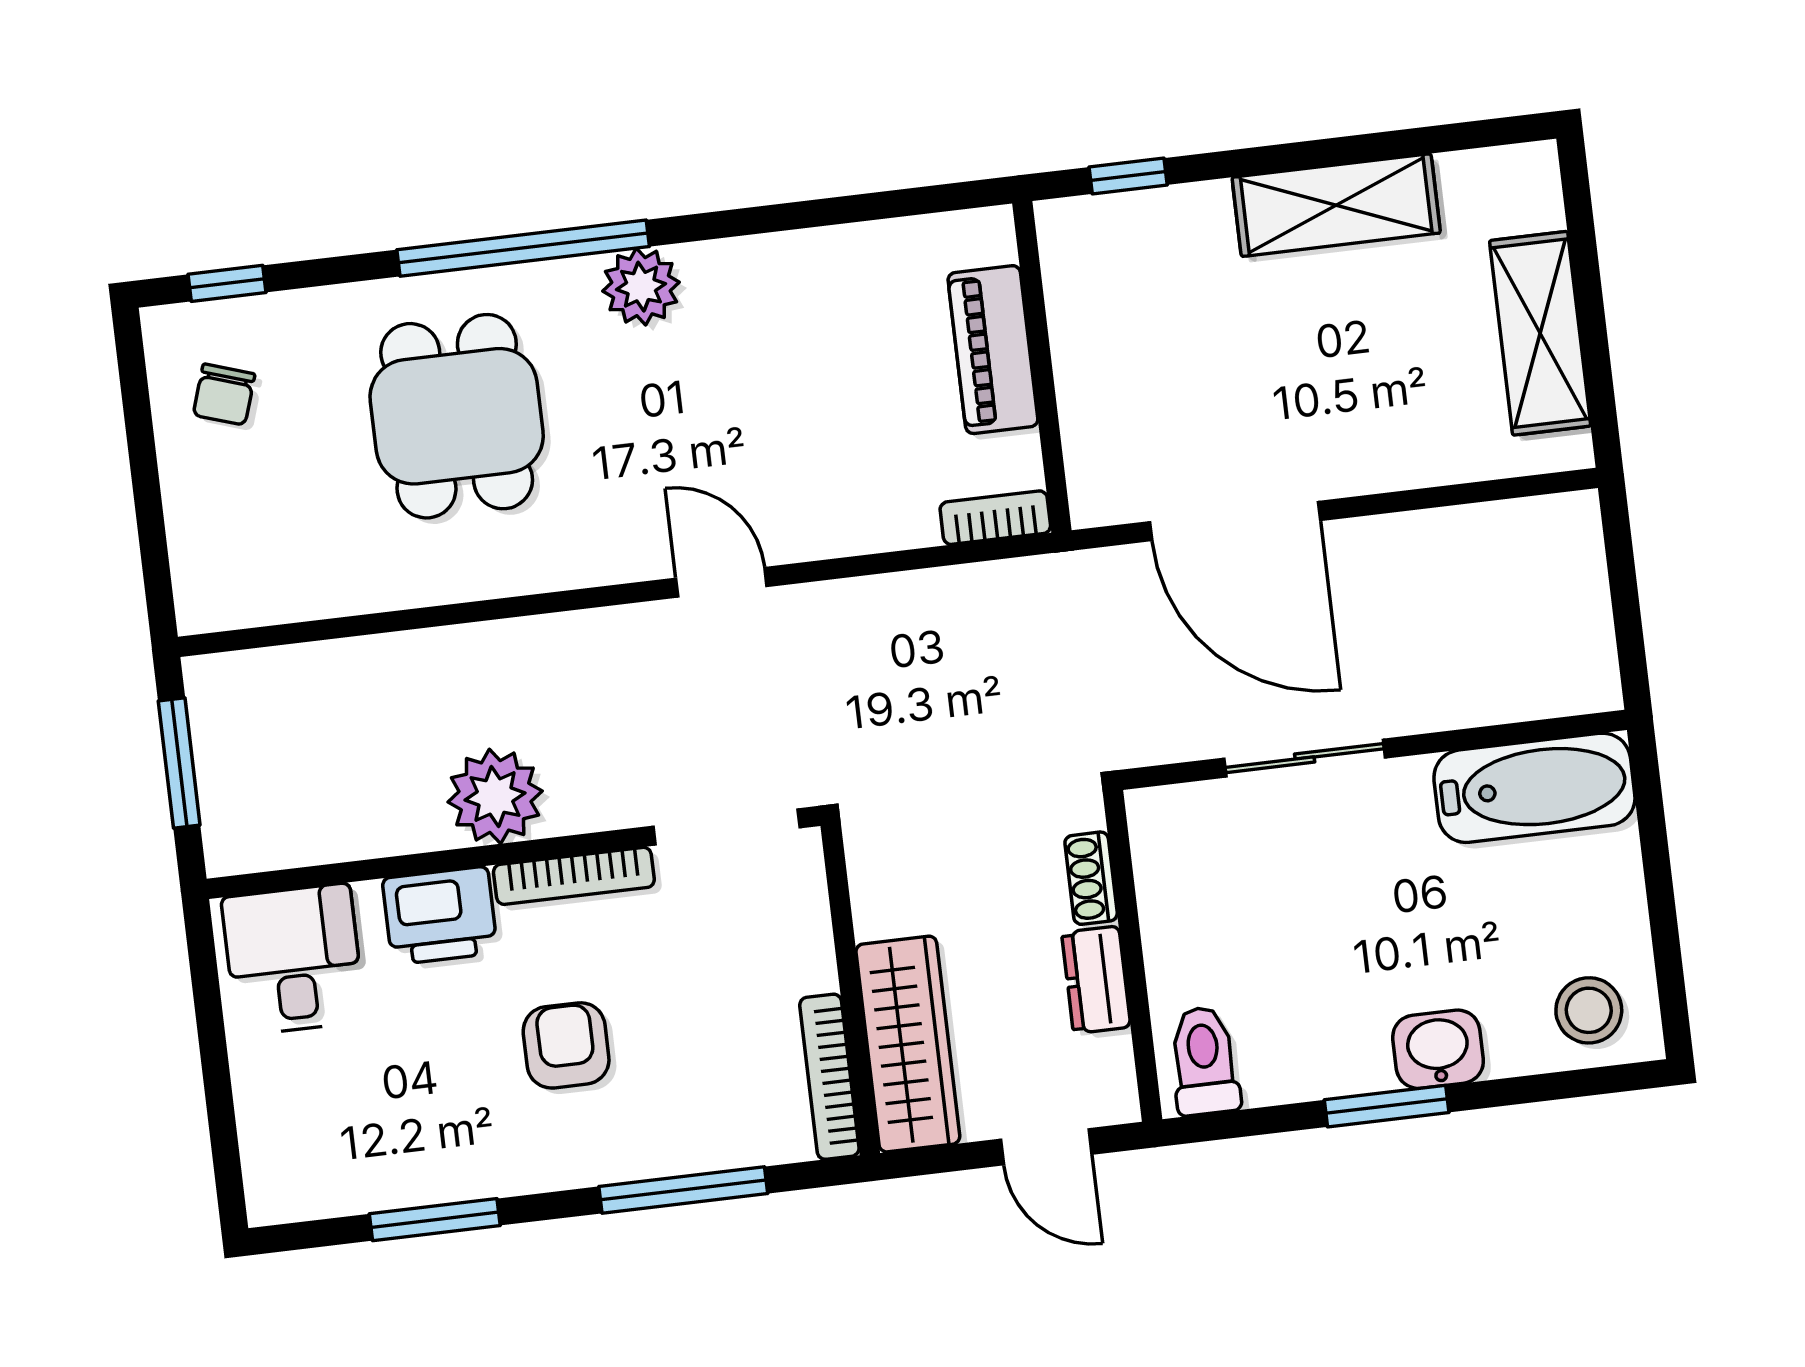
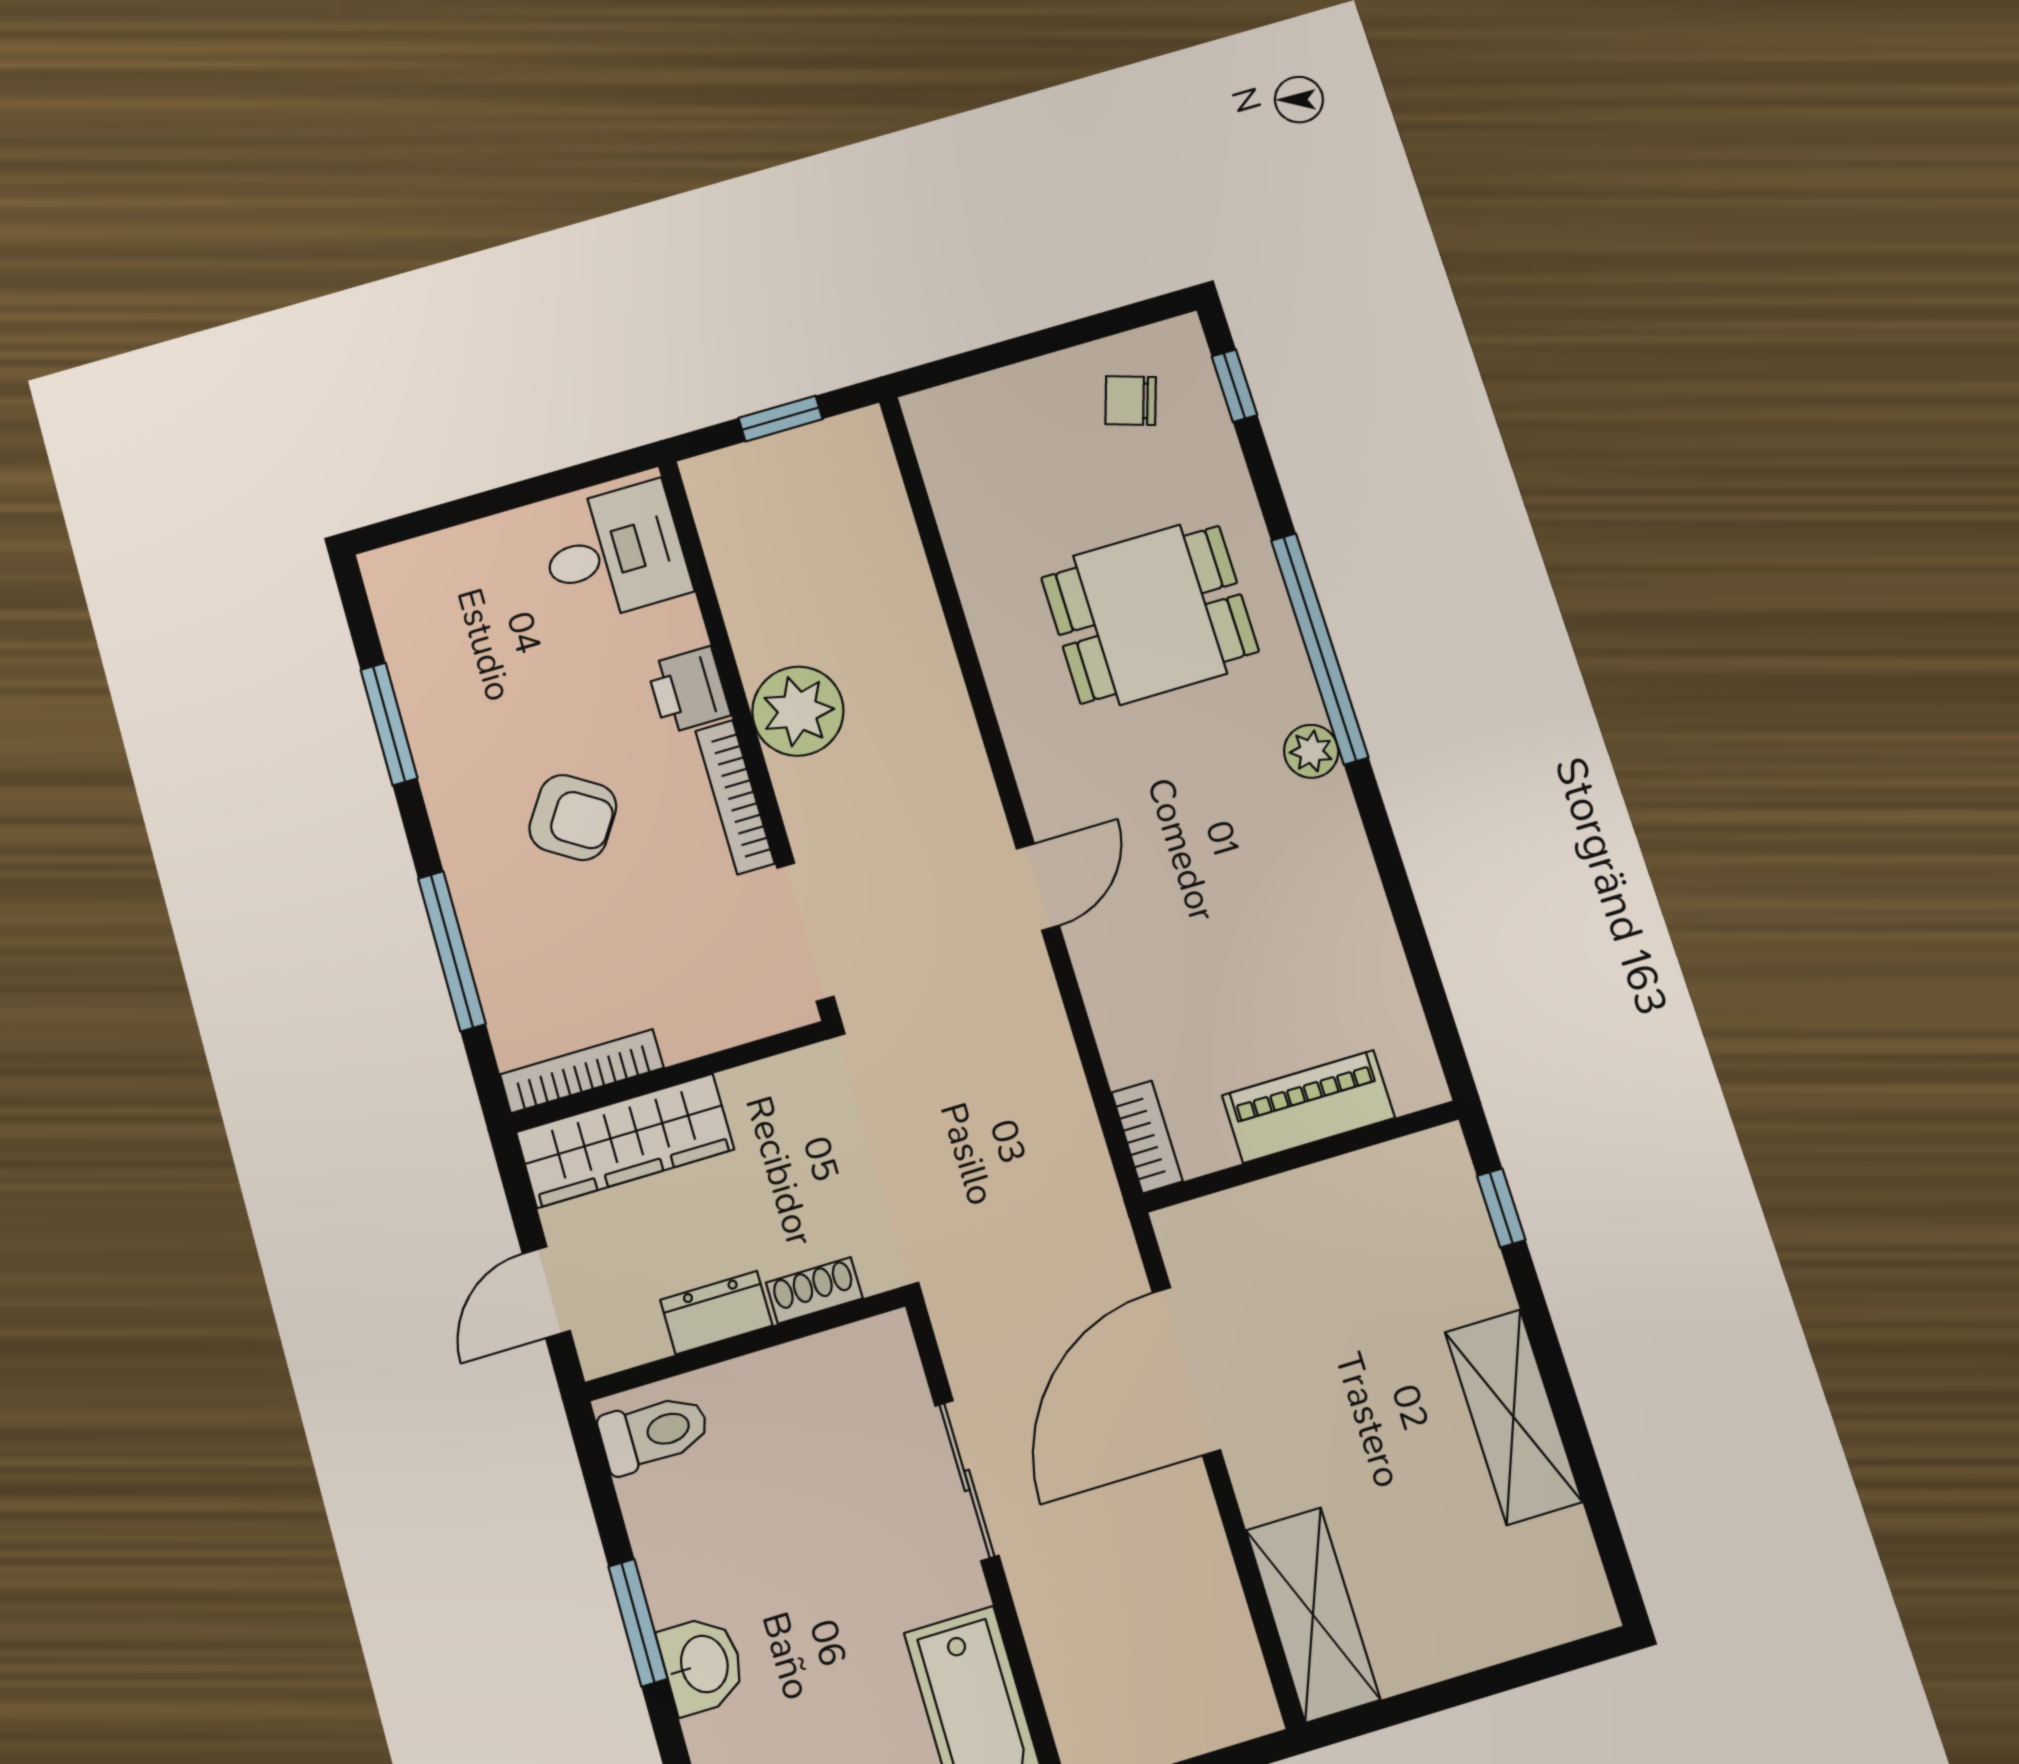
plant: (641, 287) -> (1311, 751), width x0.73, depth x0.73
shelving: (1540, 333) -> (1313, 1615), moved, turned 90
window: (179, 763) -> (780, 419), width x0.67
printer: (440, 916) -> (688, 690), width x0.73, depth x0.81
armchair: (566, 1045) -> (573, 817), turned 33

